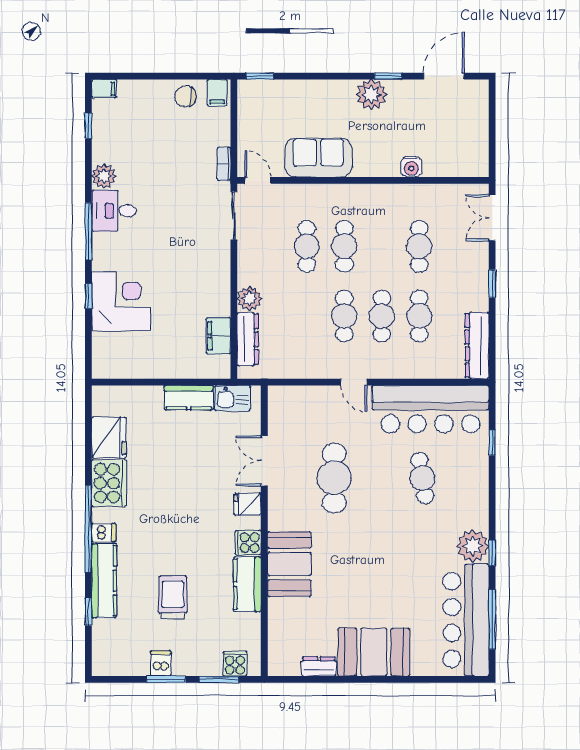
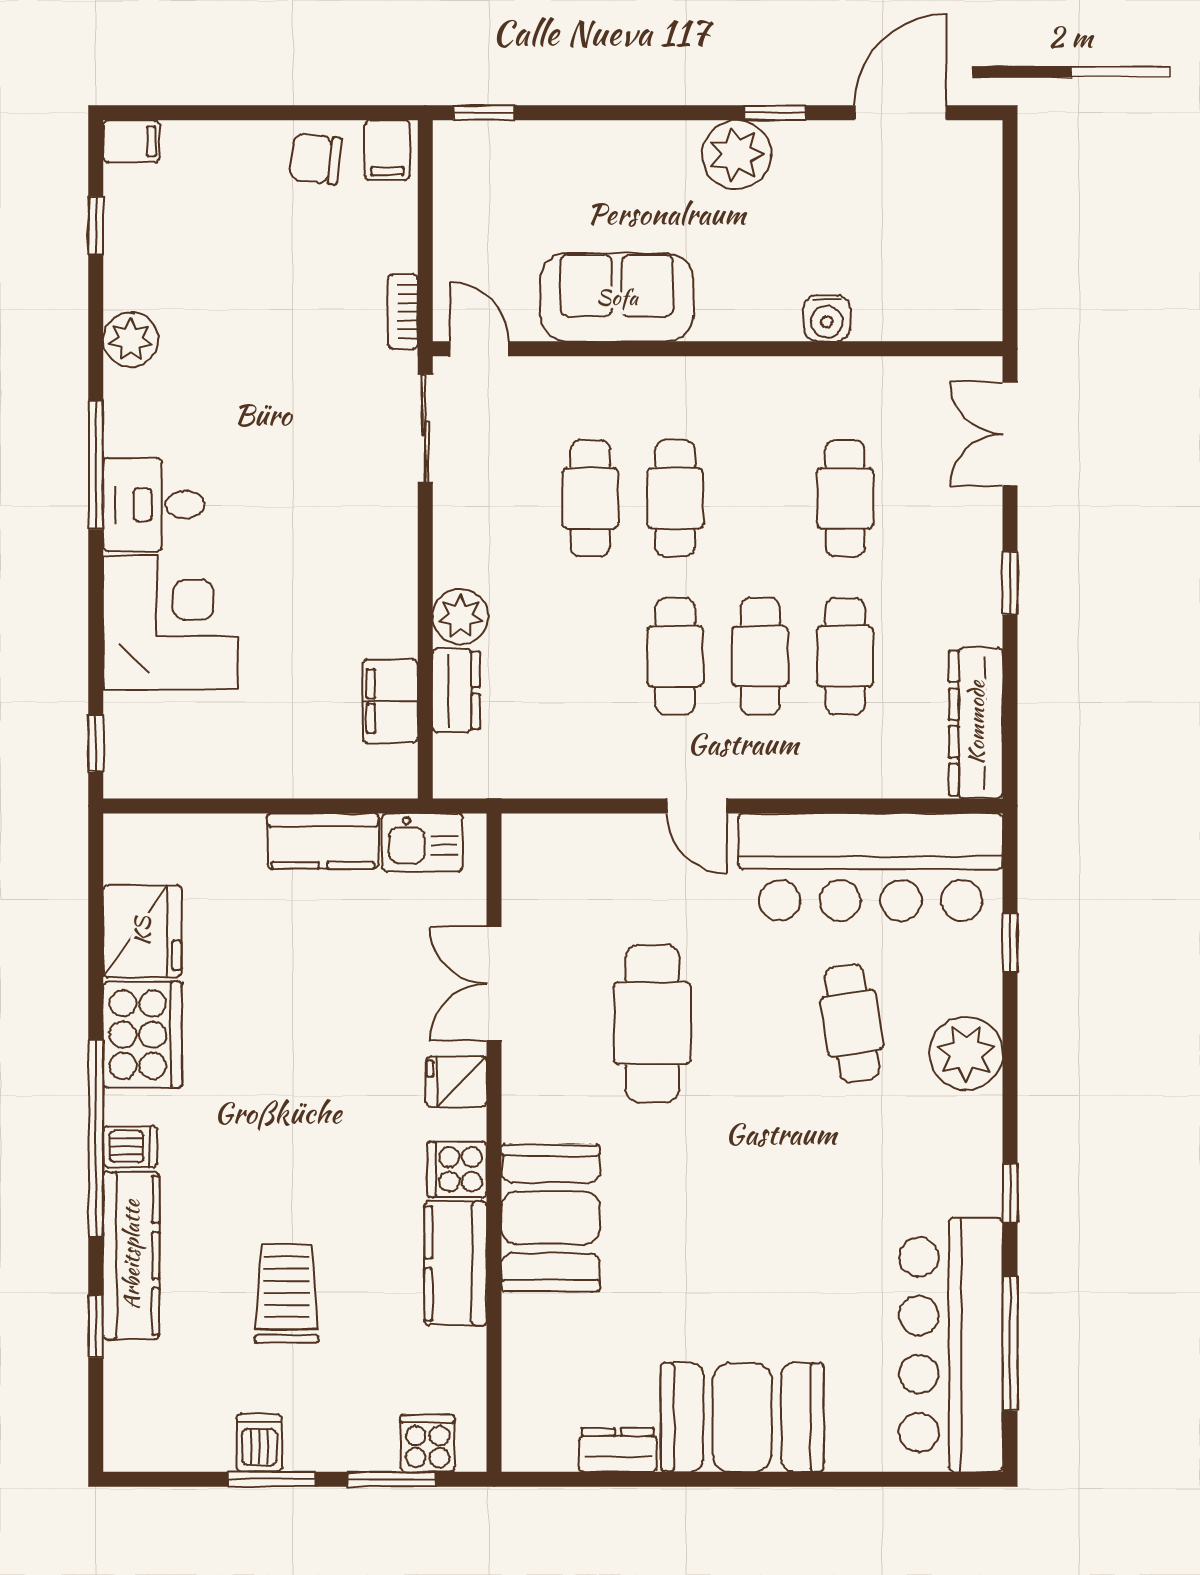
desk: (114, 211) -> (154, 505), moved
window: (88, 296) -> (96, 743), moved
dresser: (248, 339) -> (456, 690), width x0.70
plant: (473, 546) -> (966, 1053), moved

